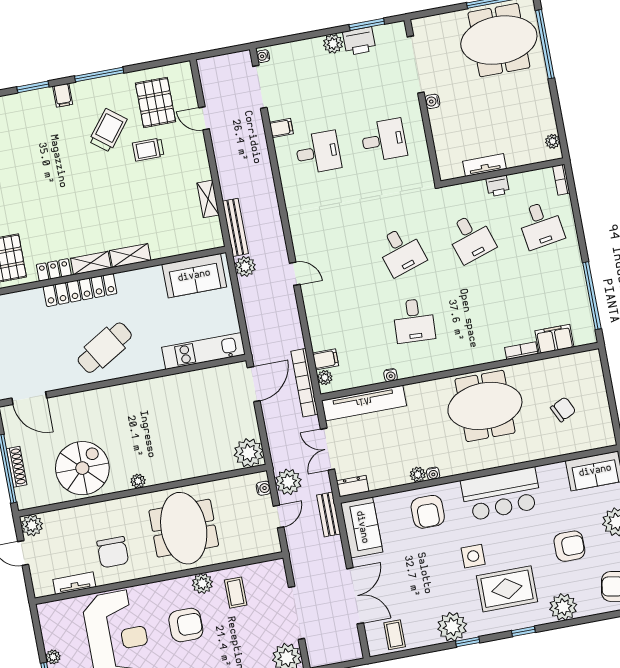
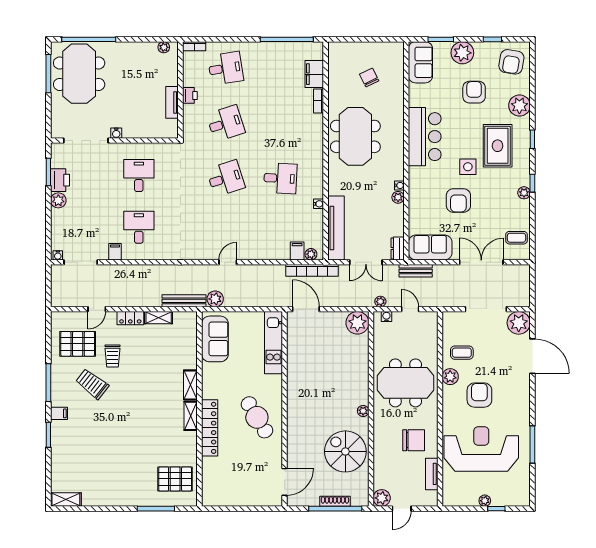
locker: (54, 270) -> (130, 318), moved, turned -90
plant: (288, 482) -> (380, 302), width x0.53, depth x0.53
armchair: (428, 512) -> (458, 201), moved, turned 90
plant: (452, 627) -> (524, 193), width x0.53, depth x0.53

